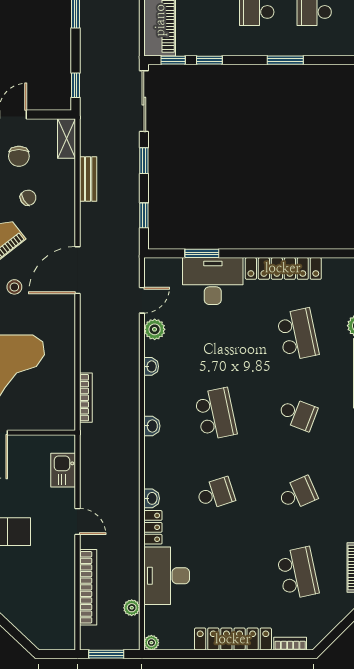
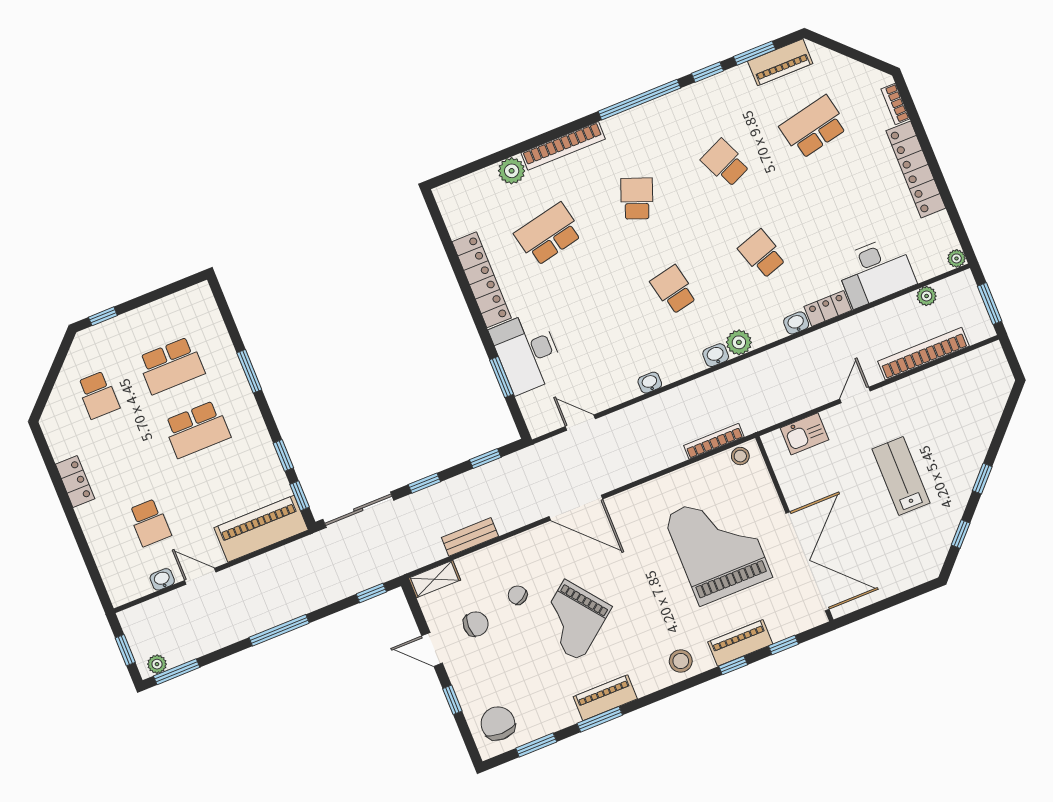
stool: (14, 287) -> (740, 456), moved
plant: (155, 329) -> (739, 342), moved
school desk: (216, 414) -> (674, 290), width x0.54

